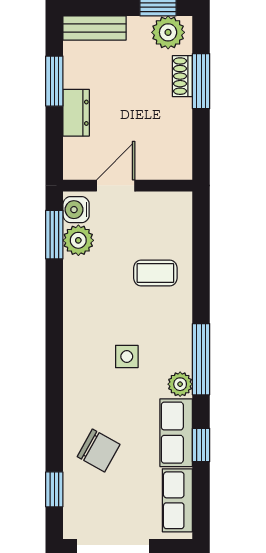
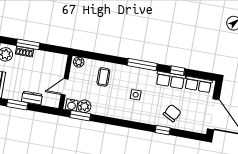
door: (116, 186) -> (65, 87), hinge flipped
plant: (180, 384) -> (79, 62), moved
window: (54, 489) -> (163, 130), moved

